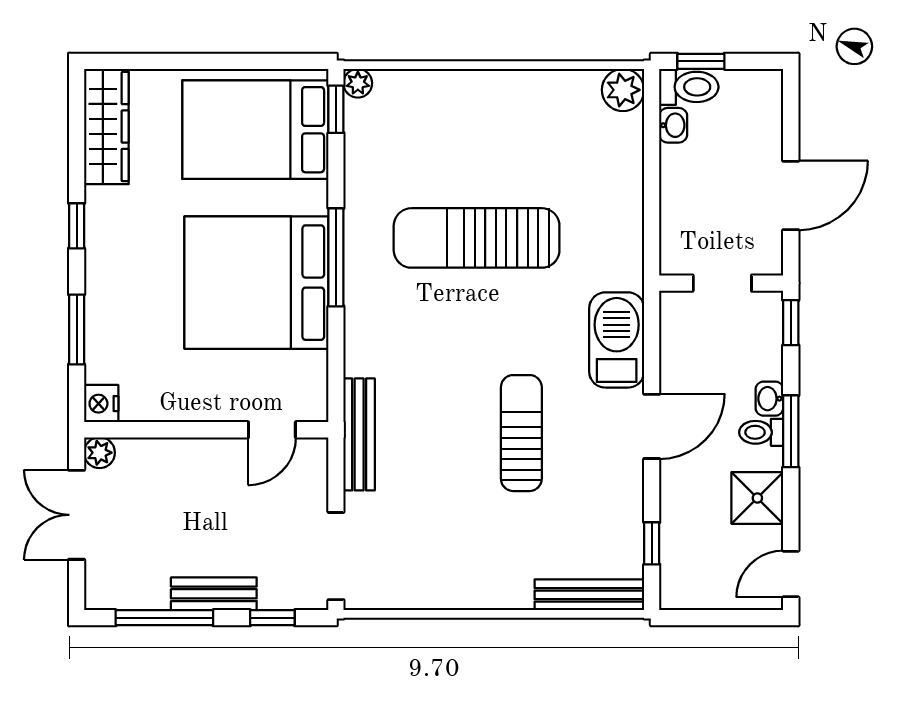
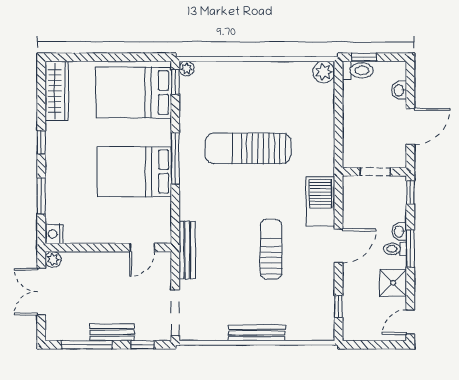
washbasin: (673, 125) -> (399, 90), moved, turned 180
bed: (256, 283) -> (134, 172), width x0.73
bench: (589, 595) -> (257, 333), moved

